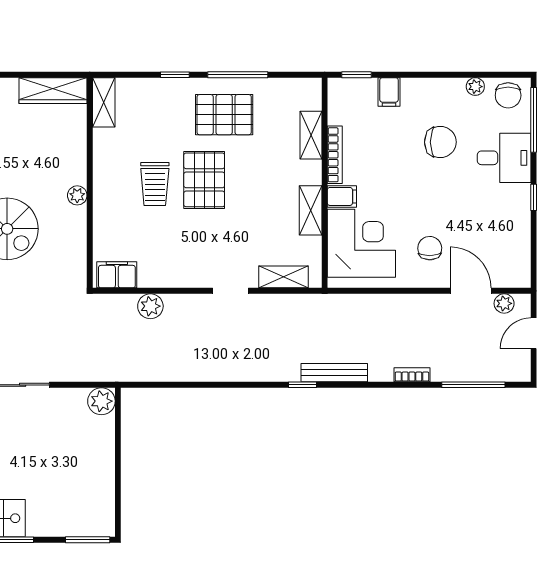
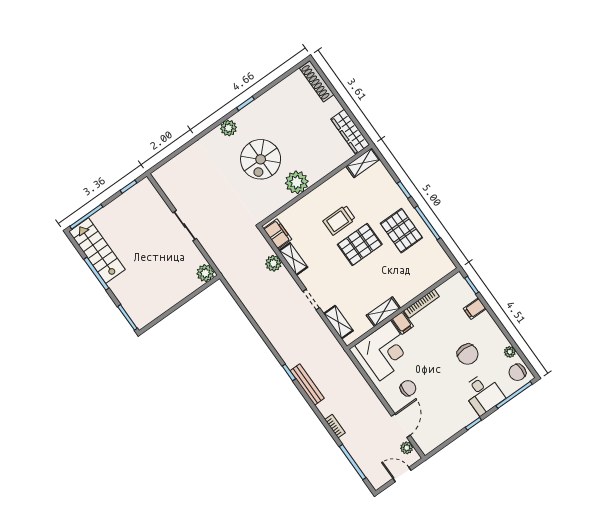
shelving: (311, 135) -> (293, 259), moved, turned 90
plant: (77, 195) -> (297, 182), width x1.87, depth x1.87

